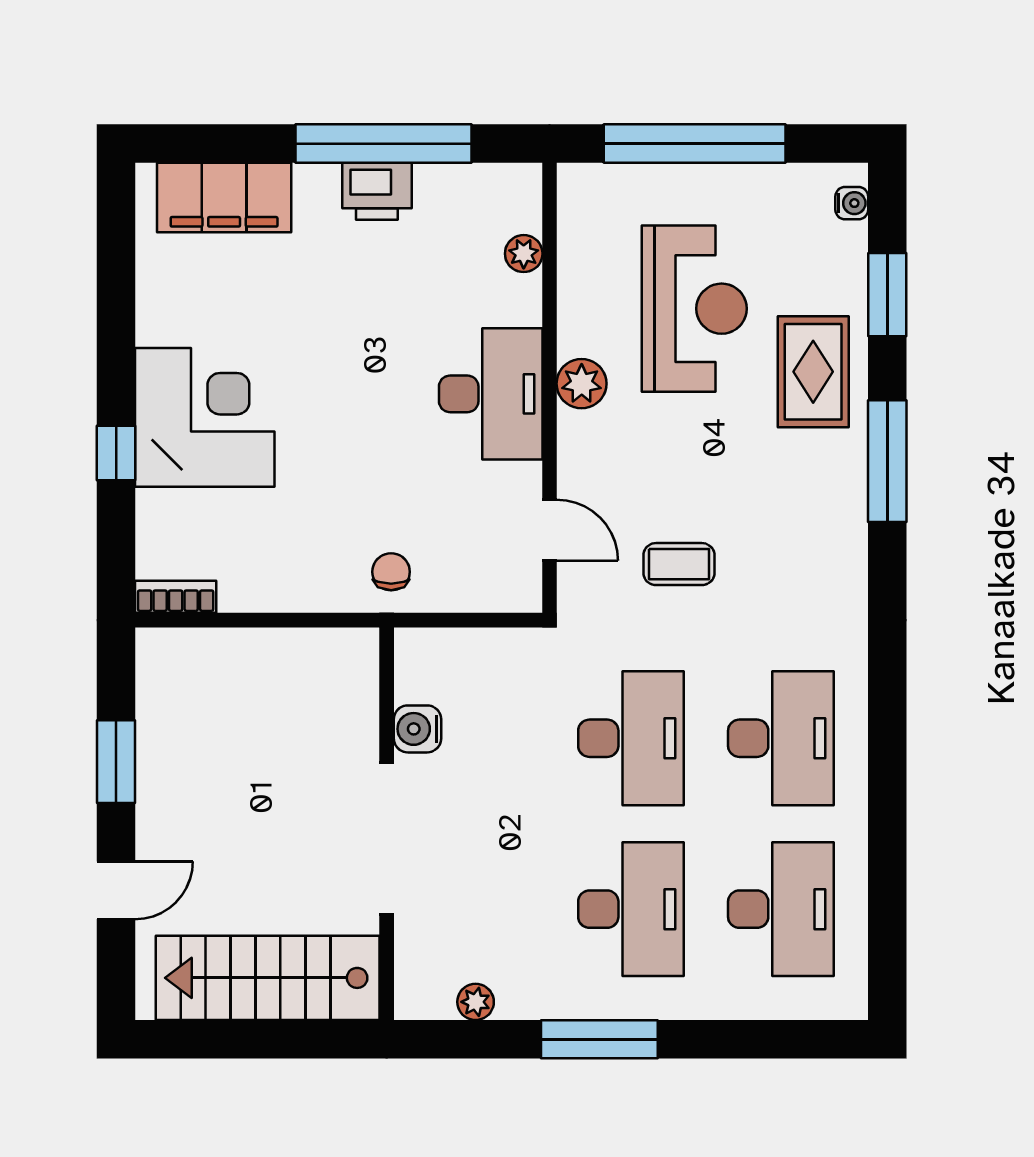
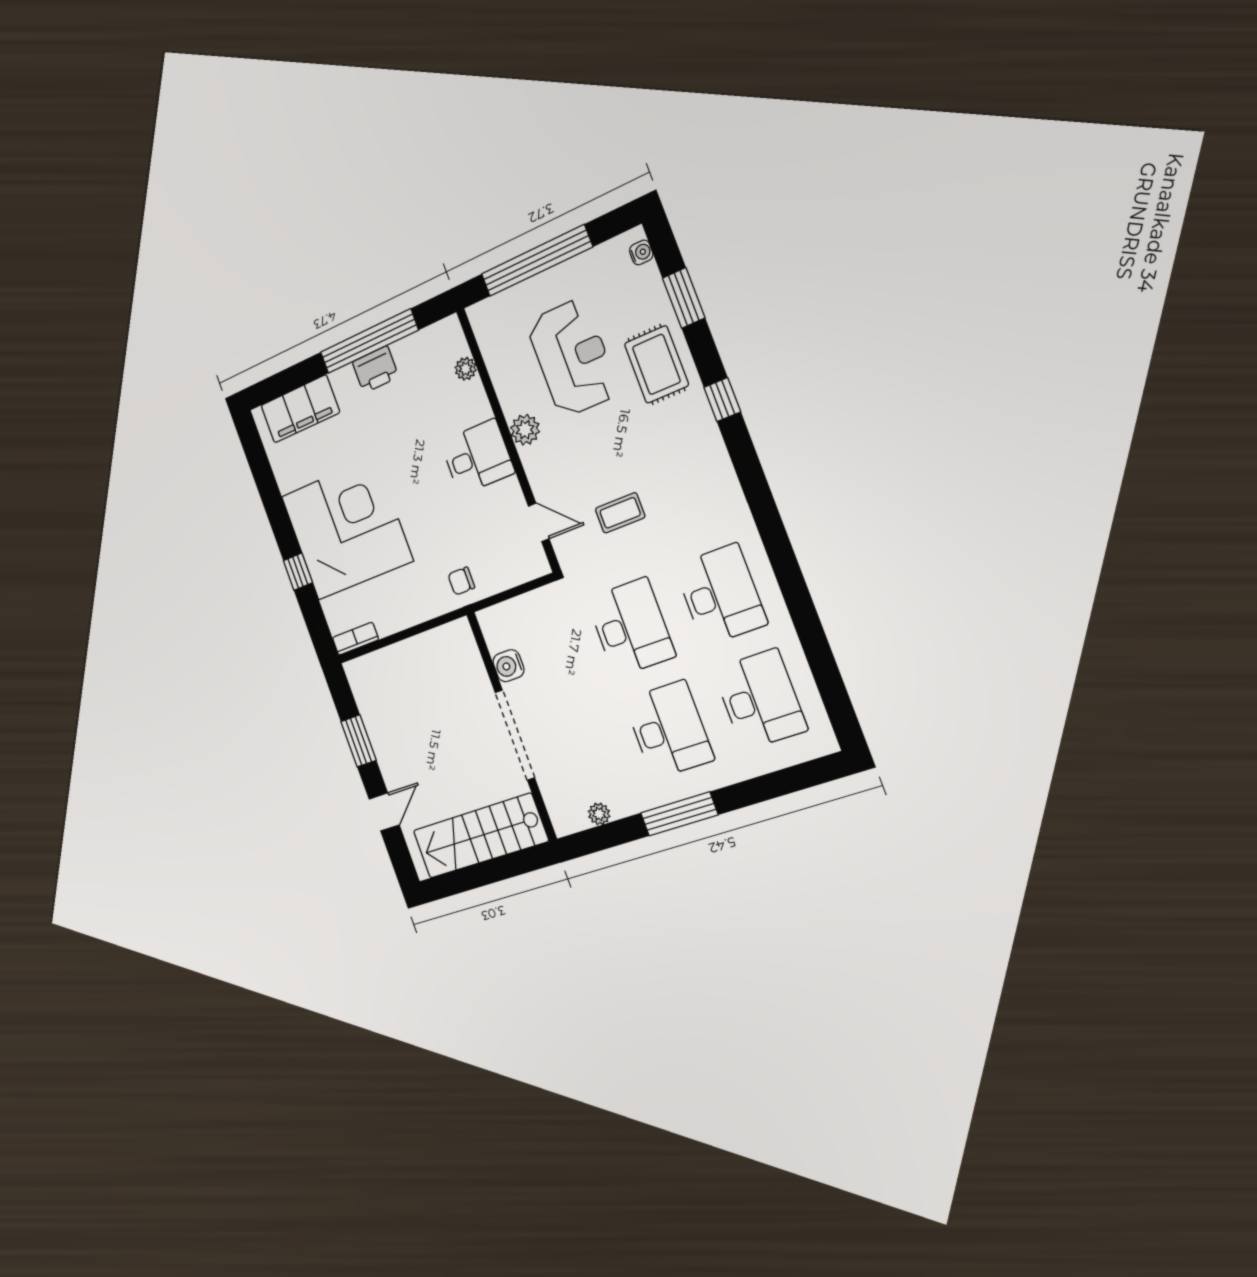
desk: (491, 394) -> (477, 457), width x0.73
corner desk: (205, 417) -> (347, 528), width x1.36, depth x1.36
window: (887, 461) -> (722, 400), width x0.46
chair: (391, 572) -> (461, 581), turned -90

